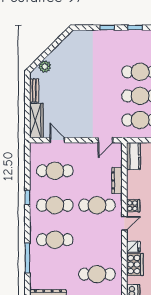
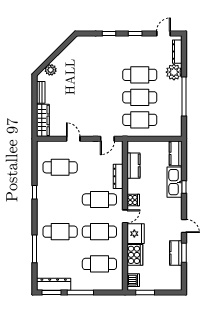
door: (57, 140) -> (73, 139), moved
kitchen counter: (133, 156) -> (134, 166), moved
cafe table: (55, 205) -> (99, 232), moved
fridge: (133, 247) -> (136, 234), width x1.88, depth x1.34

